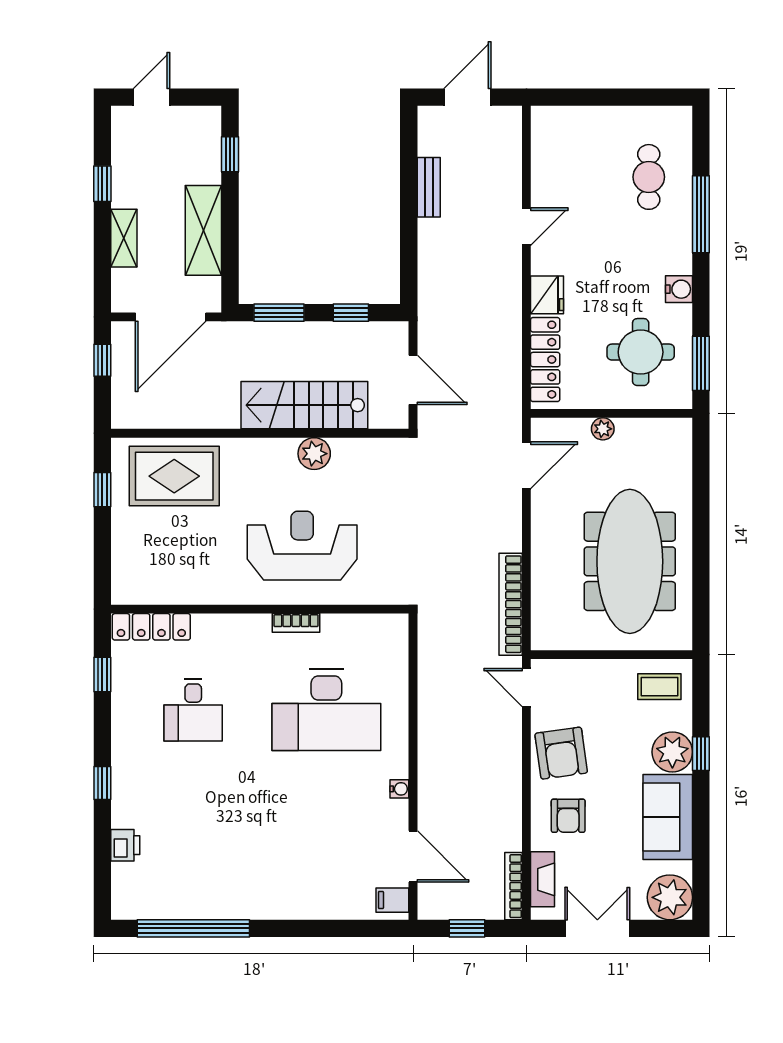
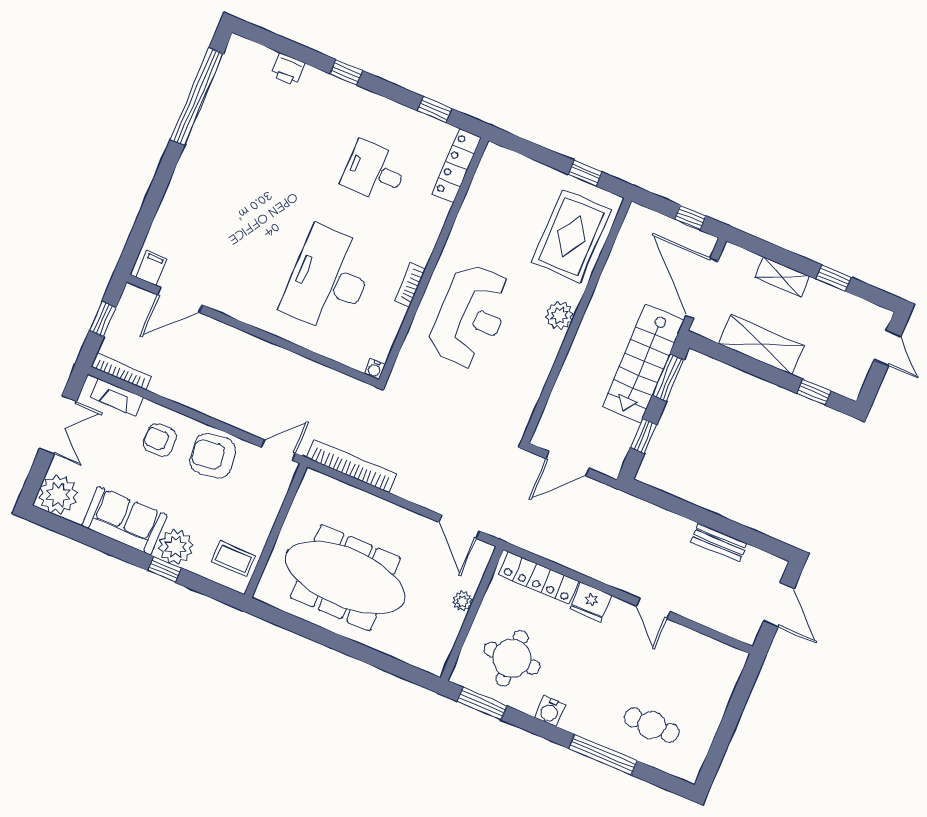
stairs: (304, 405) -> (643, 363), moved, turned 180
plant: (314, 454) -> (559, 315), moved
coffee table: (659, 687) -> (233, 559), turned 90
water cooler: (399, 789) -> (375, 369), moved

